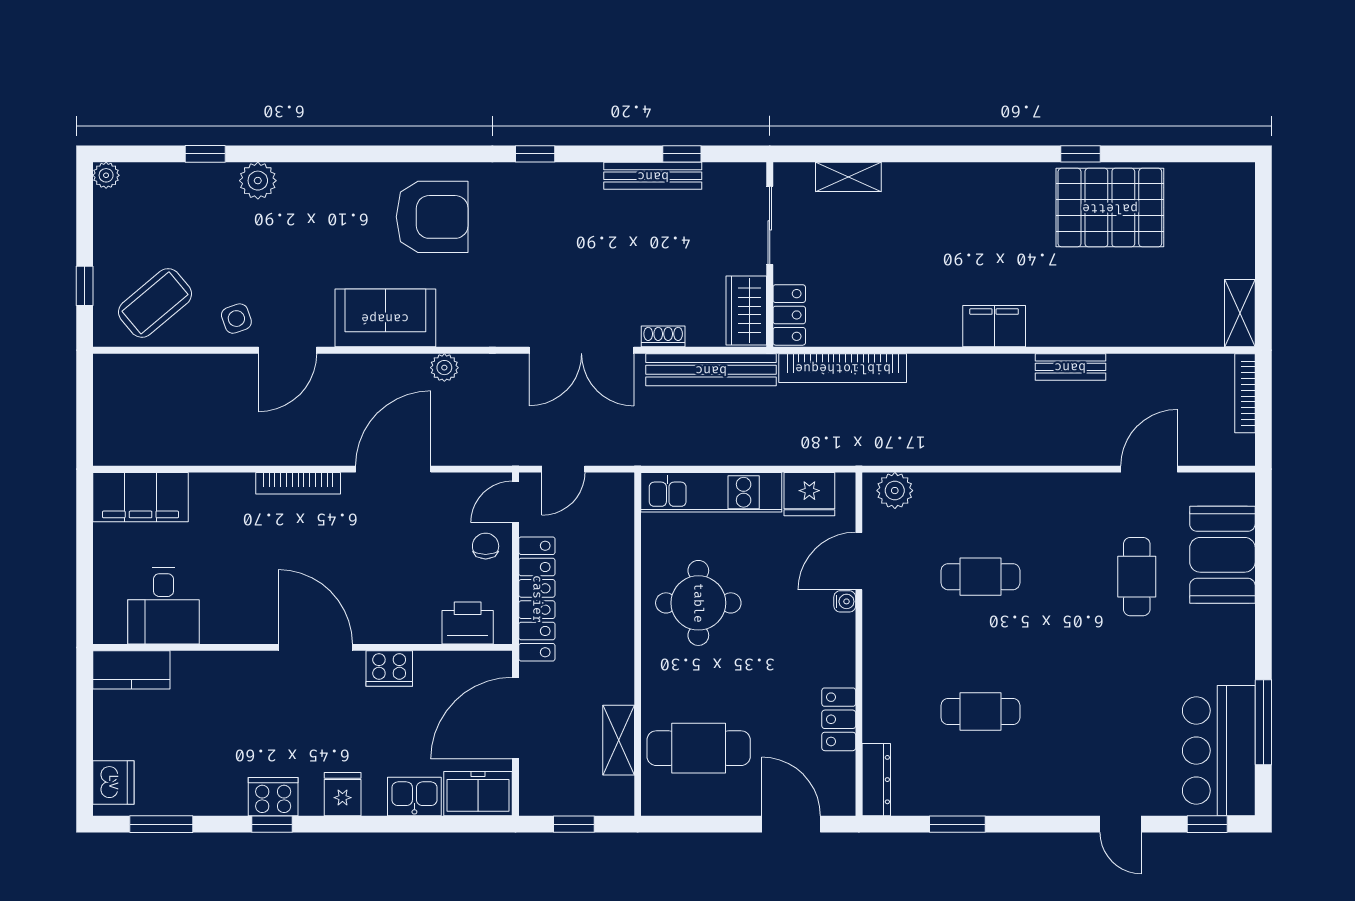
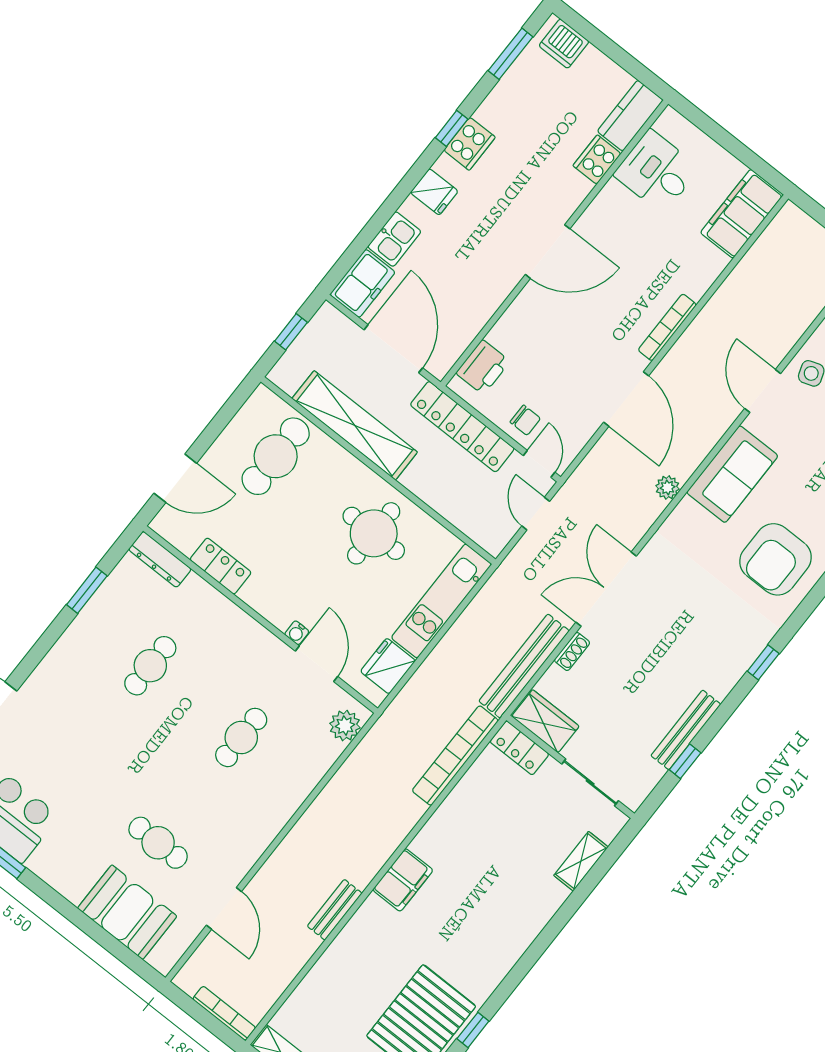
cooker: (389, 669) -> (597, 160), moved
shelving: (619, 740) -> (355, 425), width x2.20, depth x1.33

